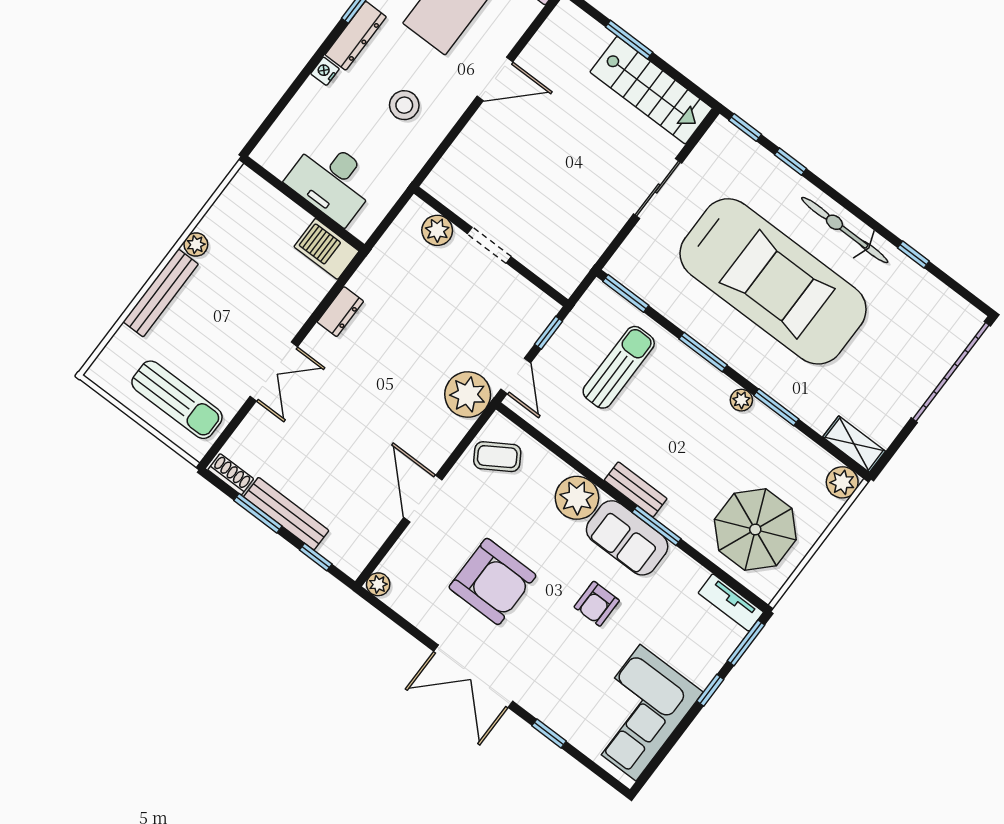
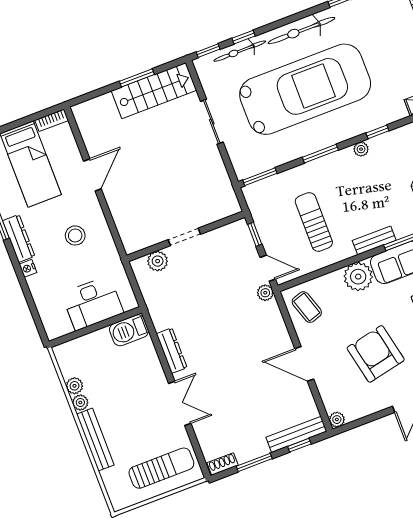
window: (629, 40) -> (137, 78), moved
bicycle: (770, 168) -> (240, 51), added
plant: (213, 224) -> (75, 386), added
dresser: (340, 312) -> (172, 351), width x1.44
sun lounger: (619, 367) -> (314, 222), moved
plant: (468, 395) -> (265, 293), width x0.53, depth x0.53
window: (776, 407) -> (377, 132), width x0.67
coffee table: (497, 457) -> (307, 307), turned -76
bench: (286, 514) -> (296, 434), moved
armchair: (492, 581) -> (376, 354), turned -102

